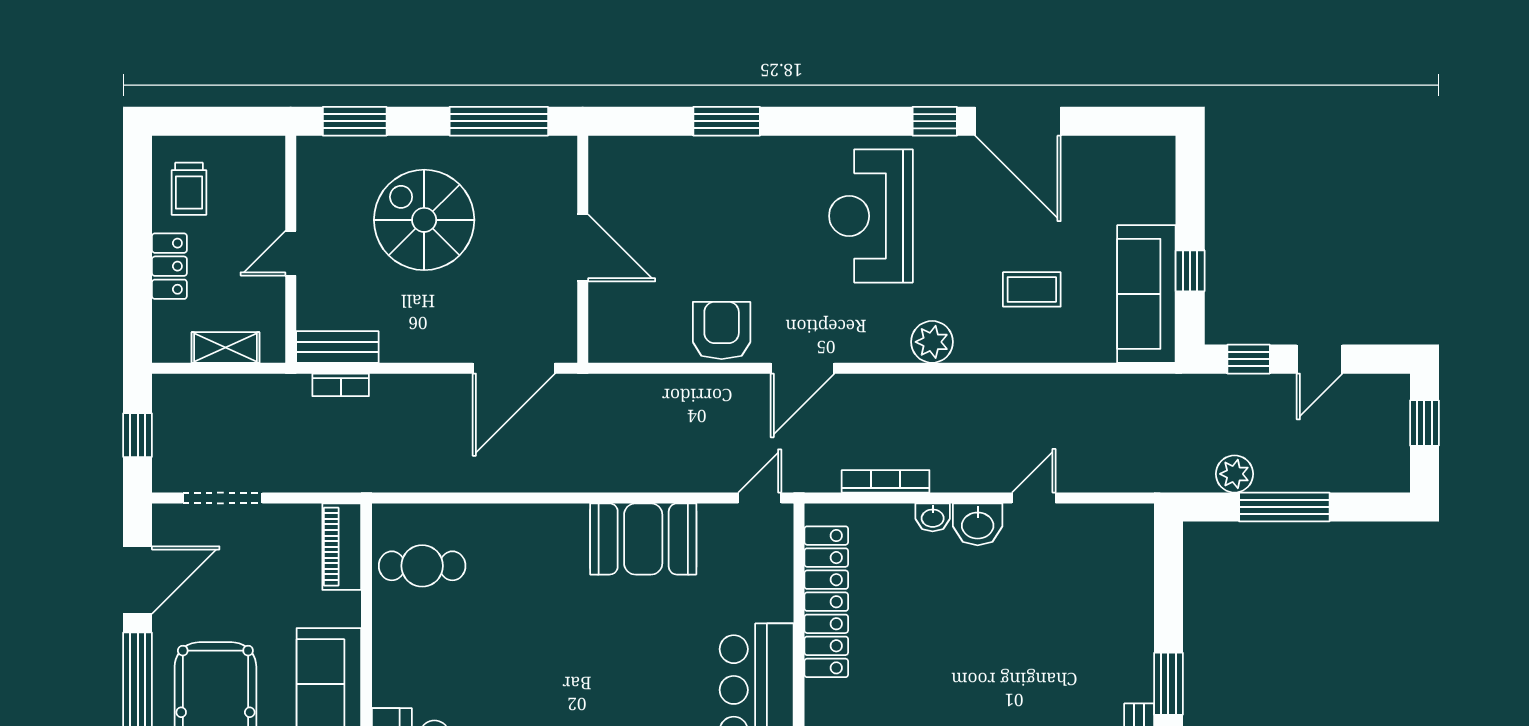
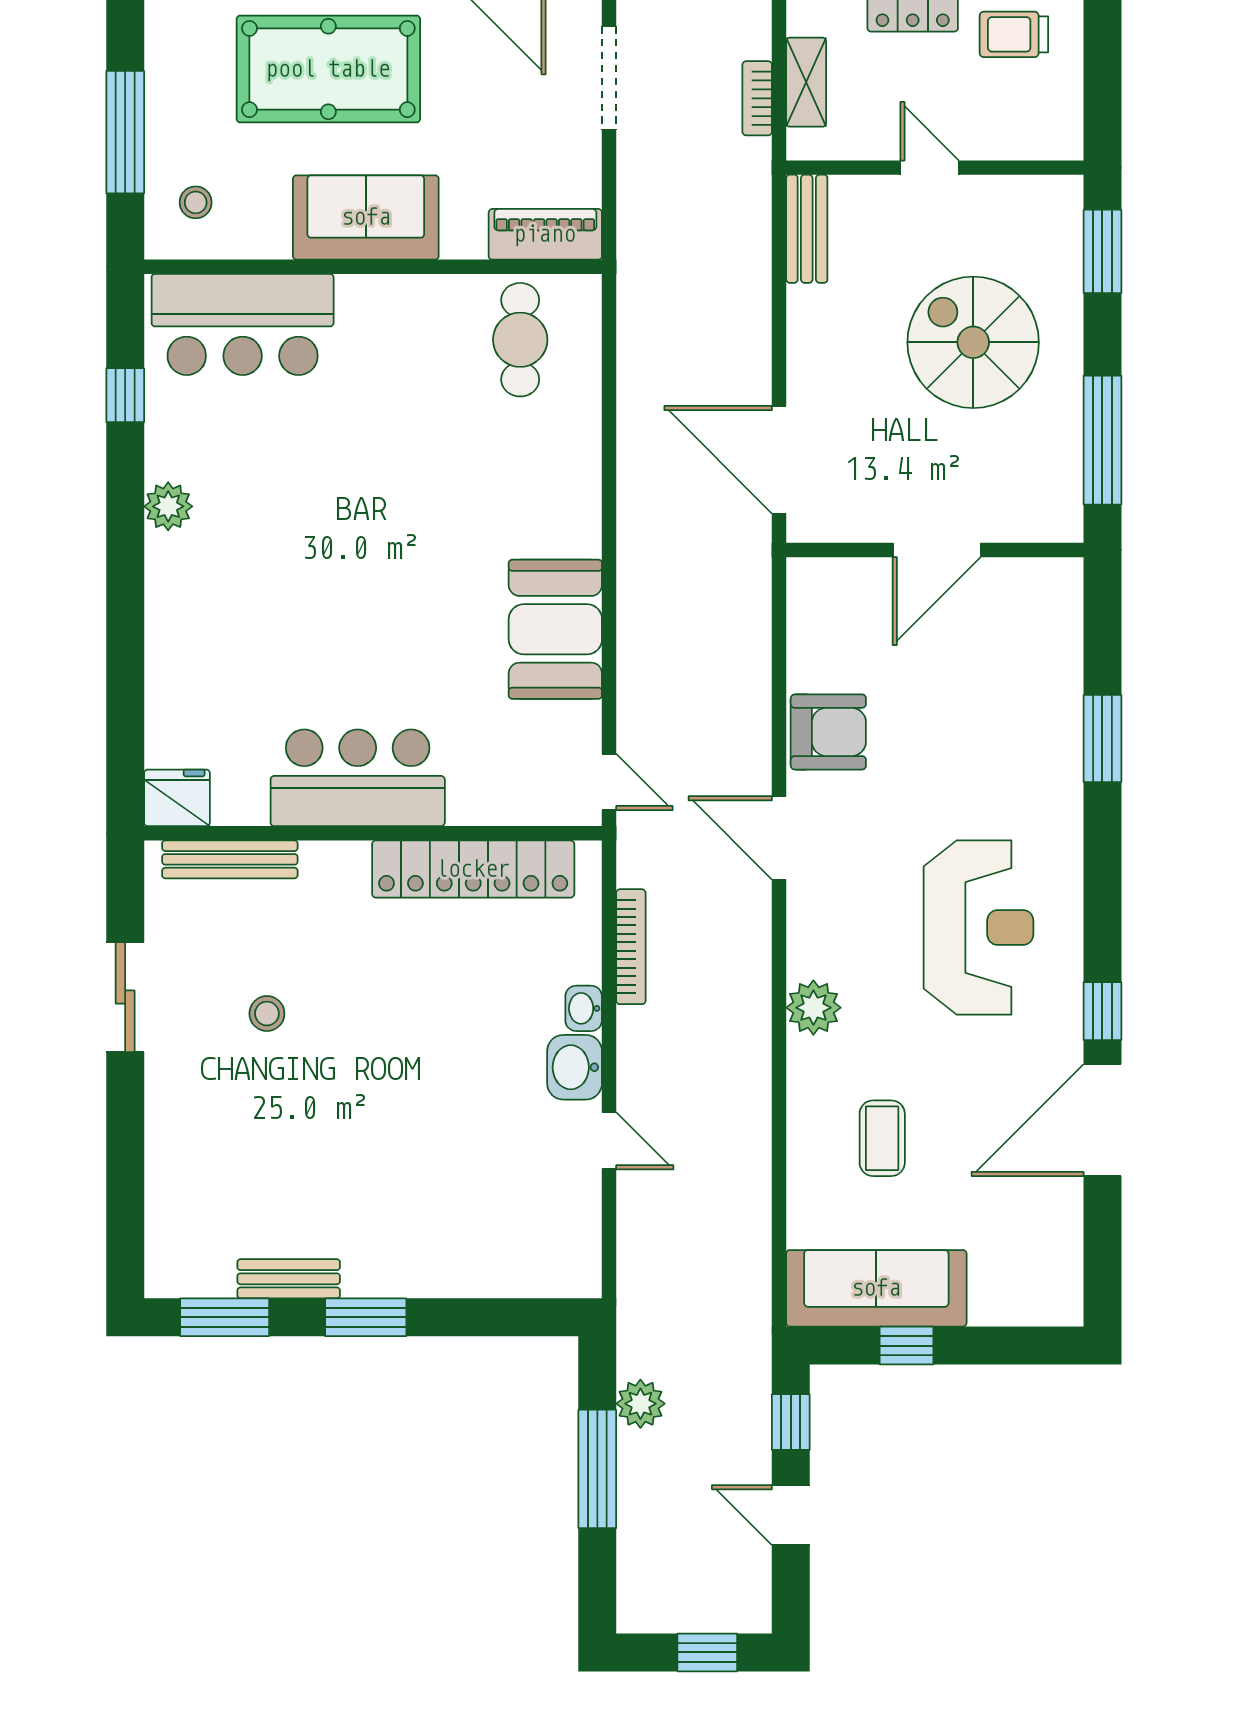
reception desk: (871, 216) -> (978, 927), turned 90
spiral stairs: (424, 220) -> (973, 342), turned -90
bookcase: (341, 385) -> (757, 98), moved

